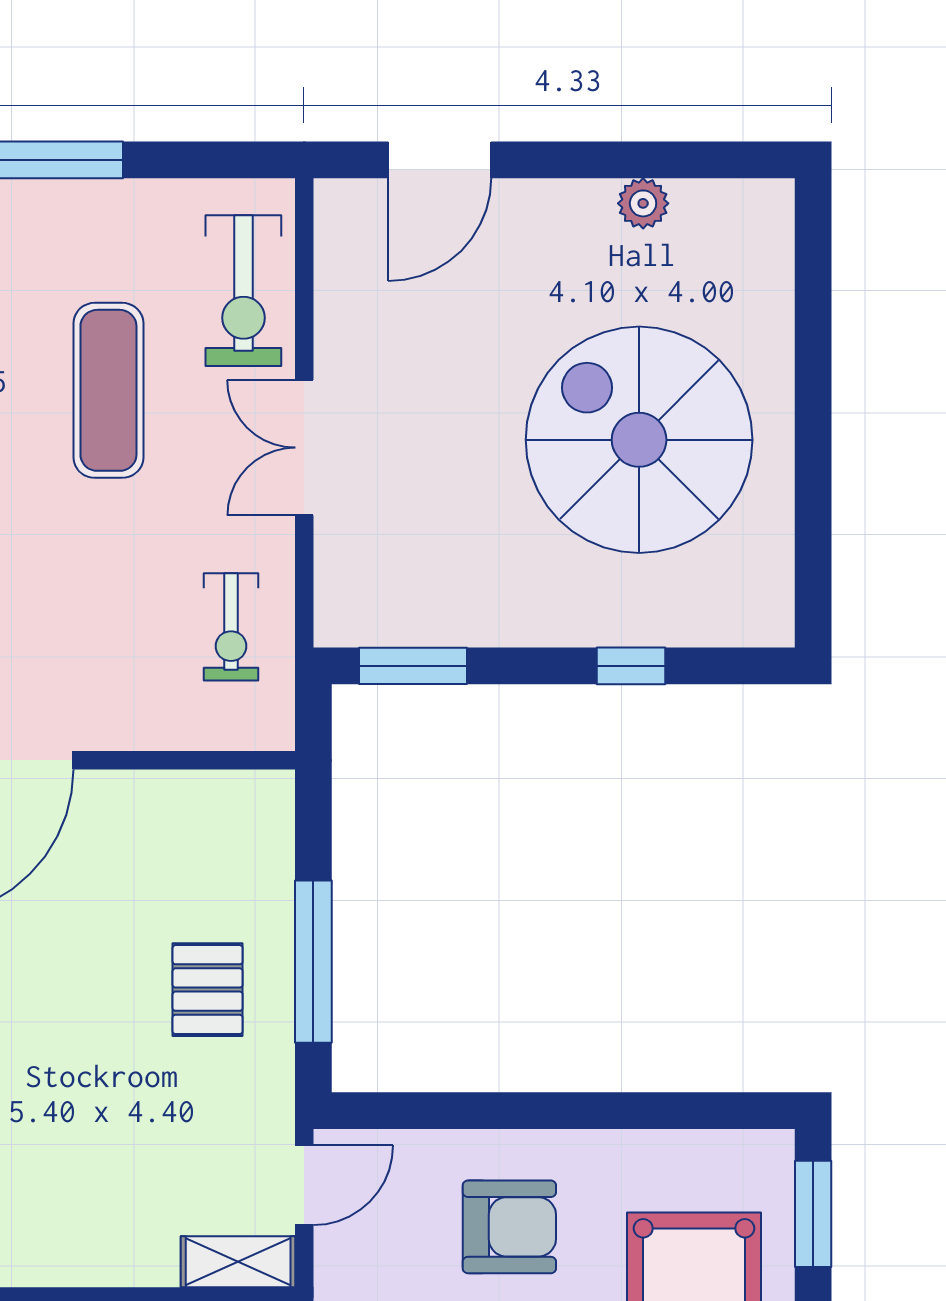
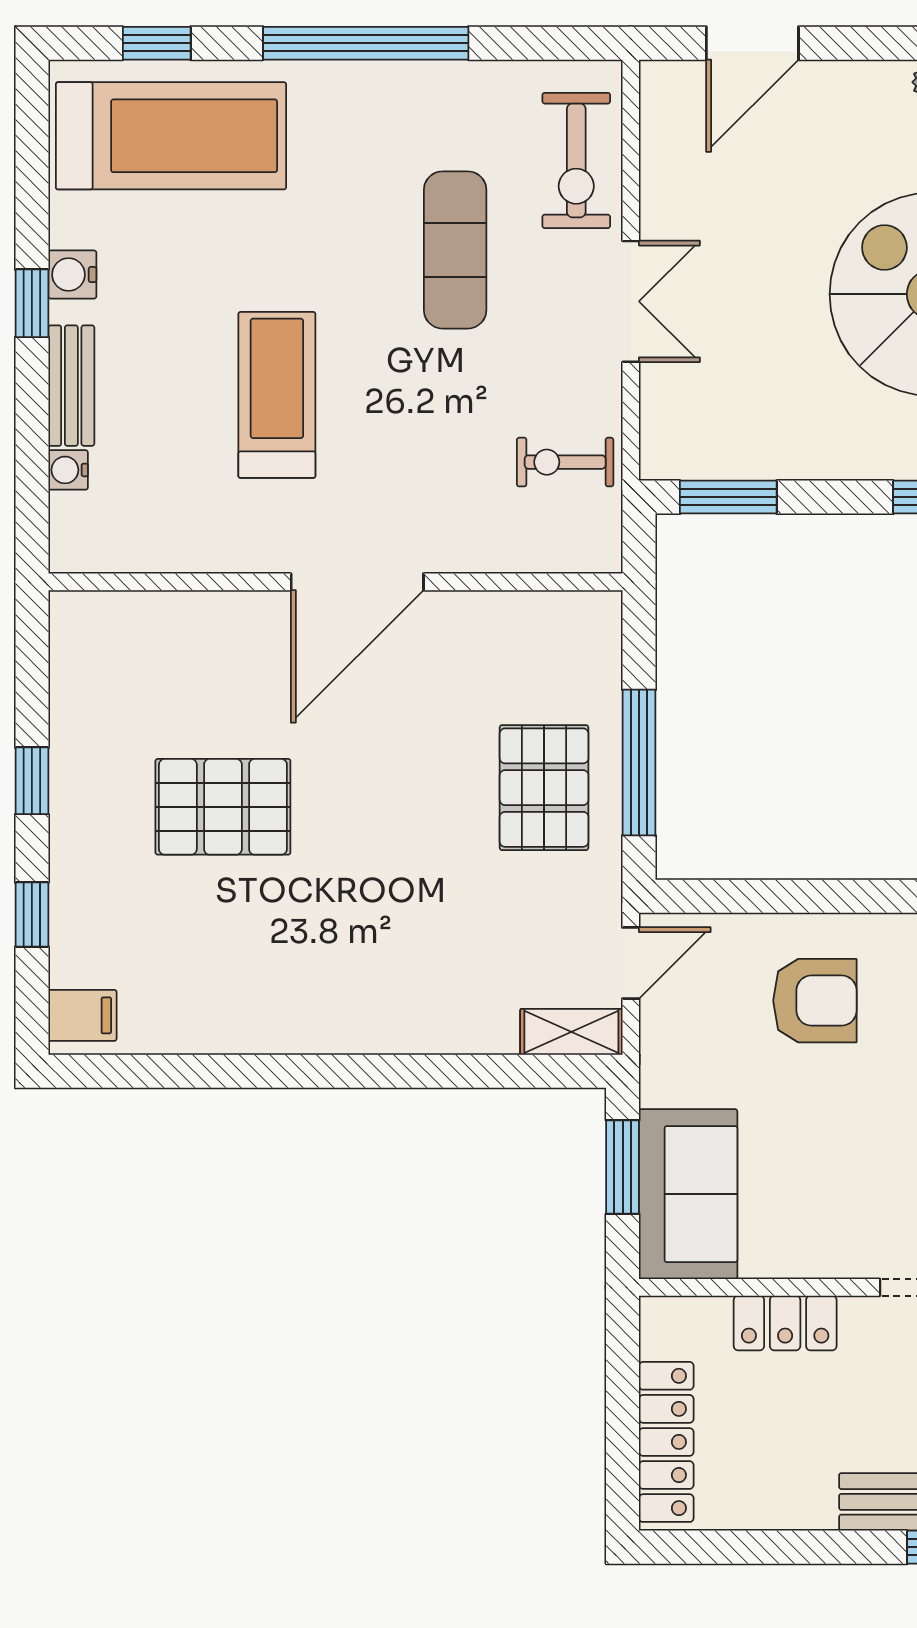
double door: (304, 448) -> (631, 301), swing flipped
exercise bike: (231, 627) -> (565, 462), turned 90
pallet: (208, 990) -> (544, 788), width x1.50, depth x1.42

